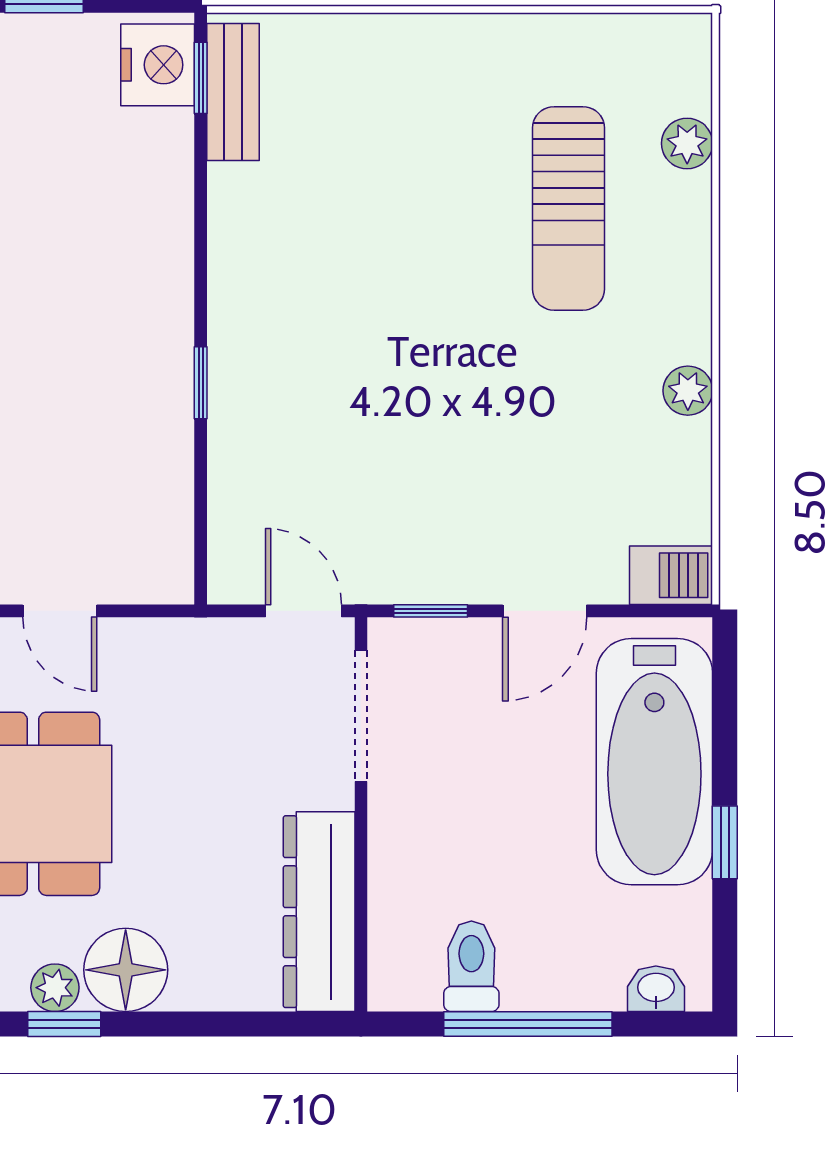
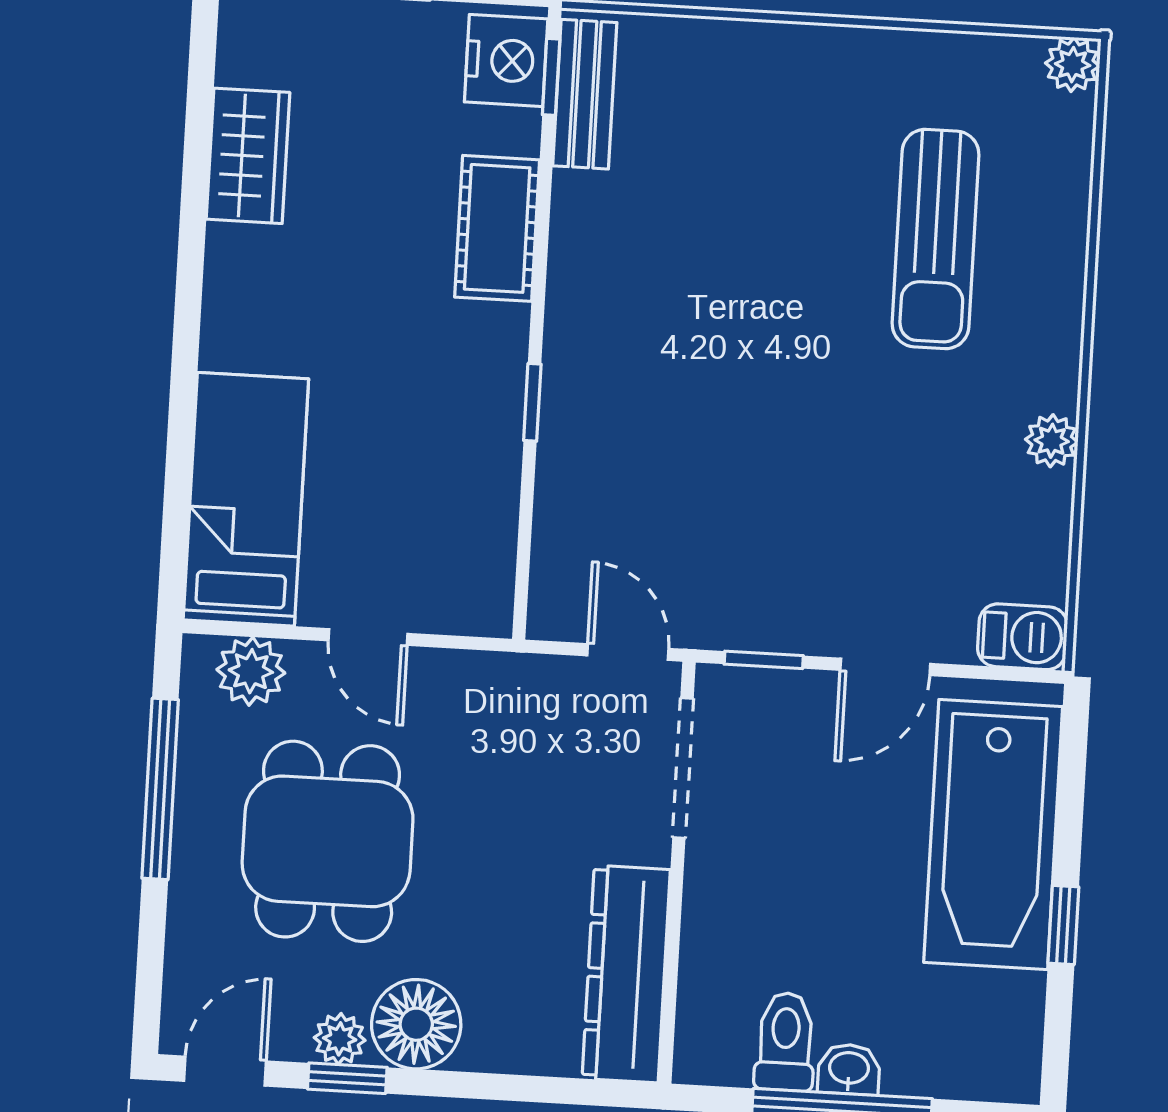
plant: (687, 143) -> (1073, 65), moved
cot: (158, 222) -> (497, 228), added
washbasin: (656, 989) -> (849, 1069), moved

